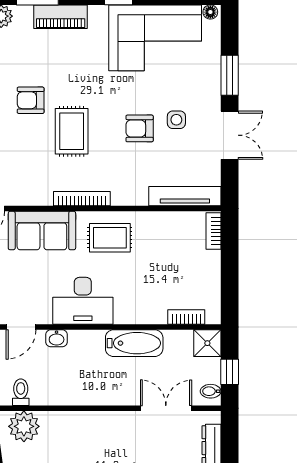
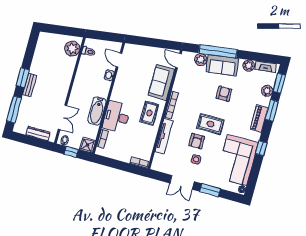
armchair: (140, 128) -> (197, 141), turned 180
rug: (72, 131) -> (211, 124), moved
tv unit: (185, 196) -> (164, 136), moved
desk: (83, 301) -> (117, 117), moved

